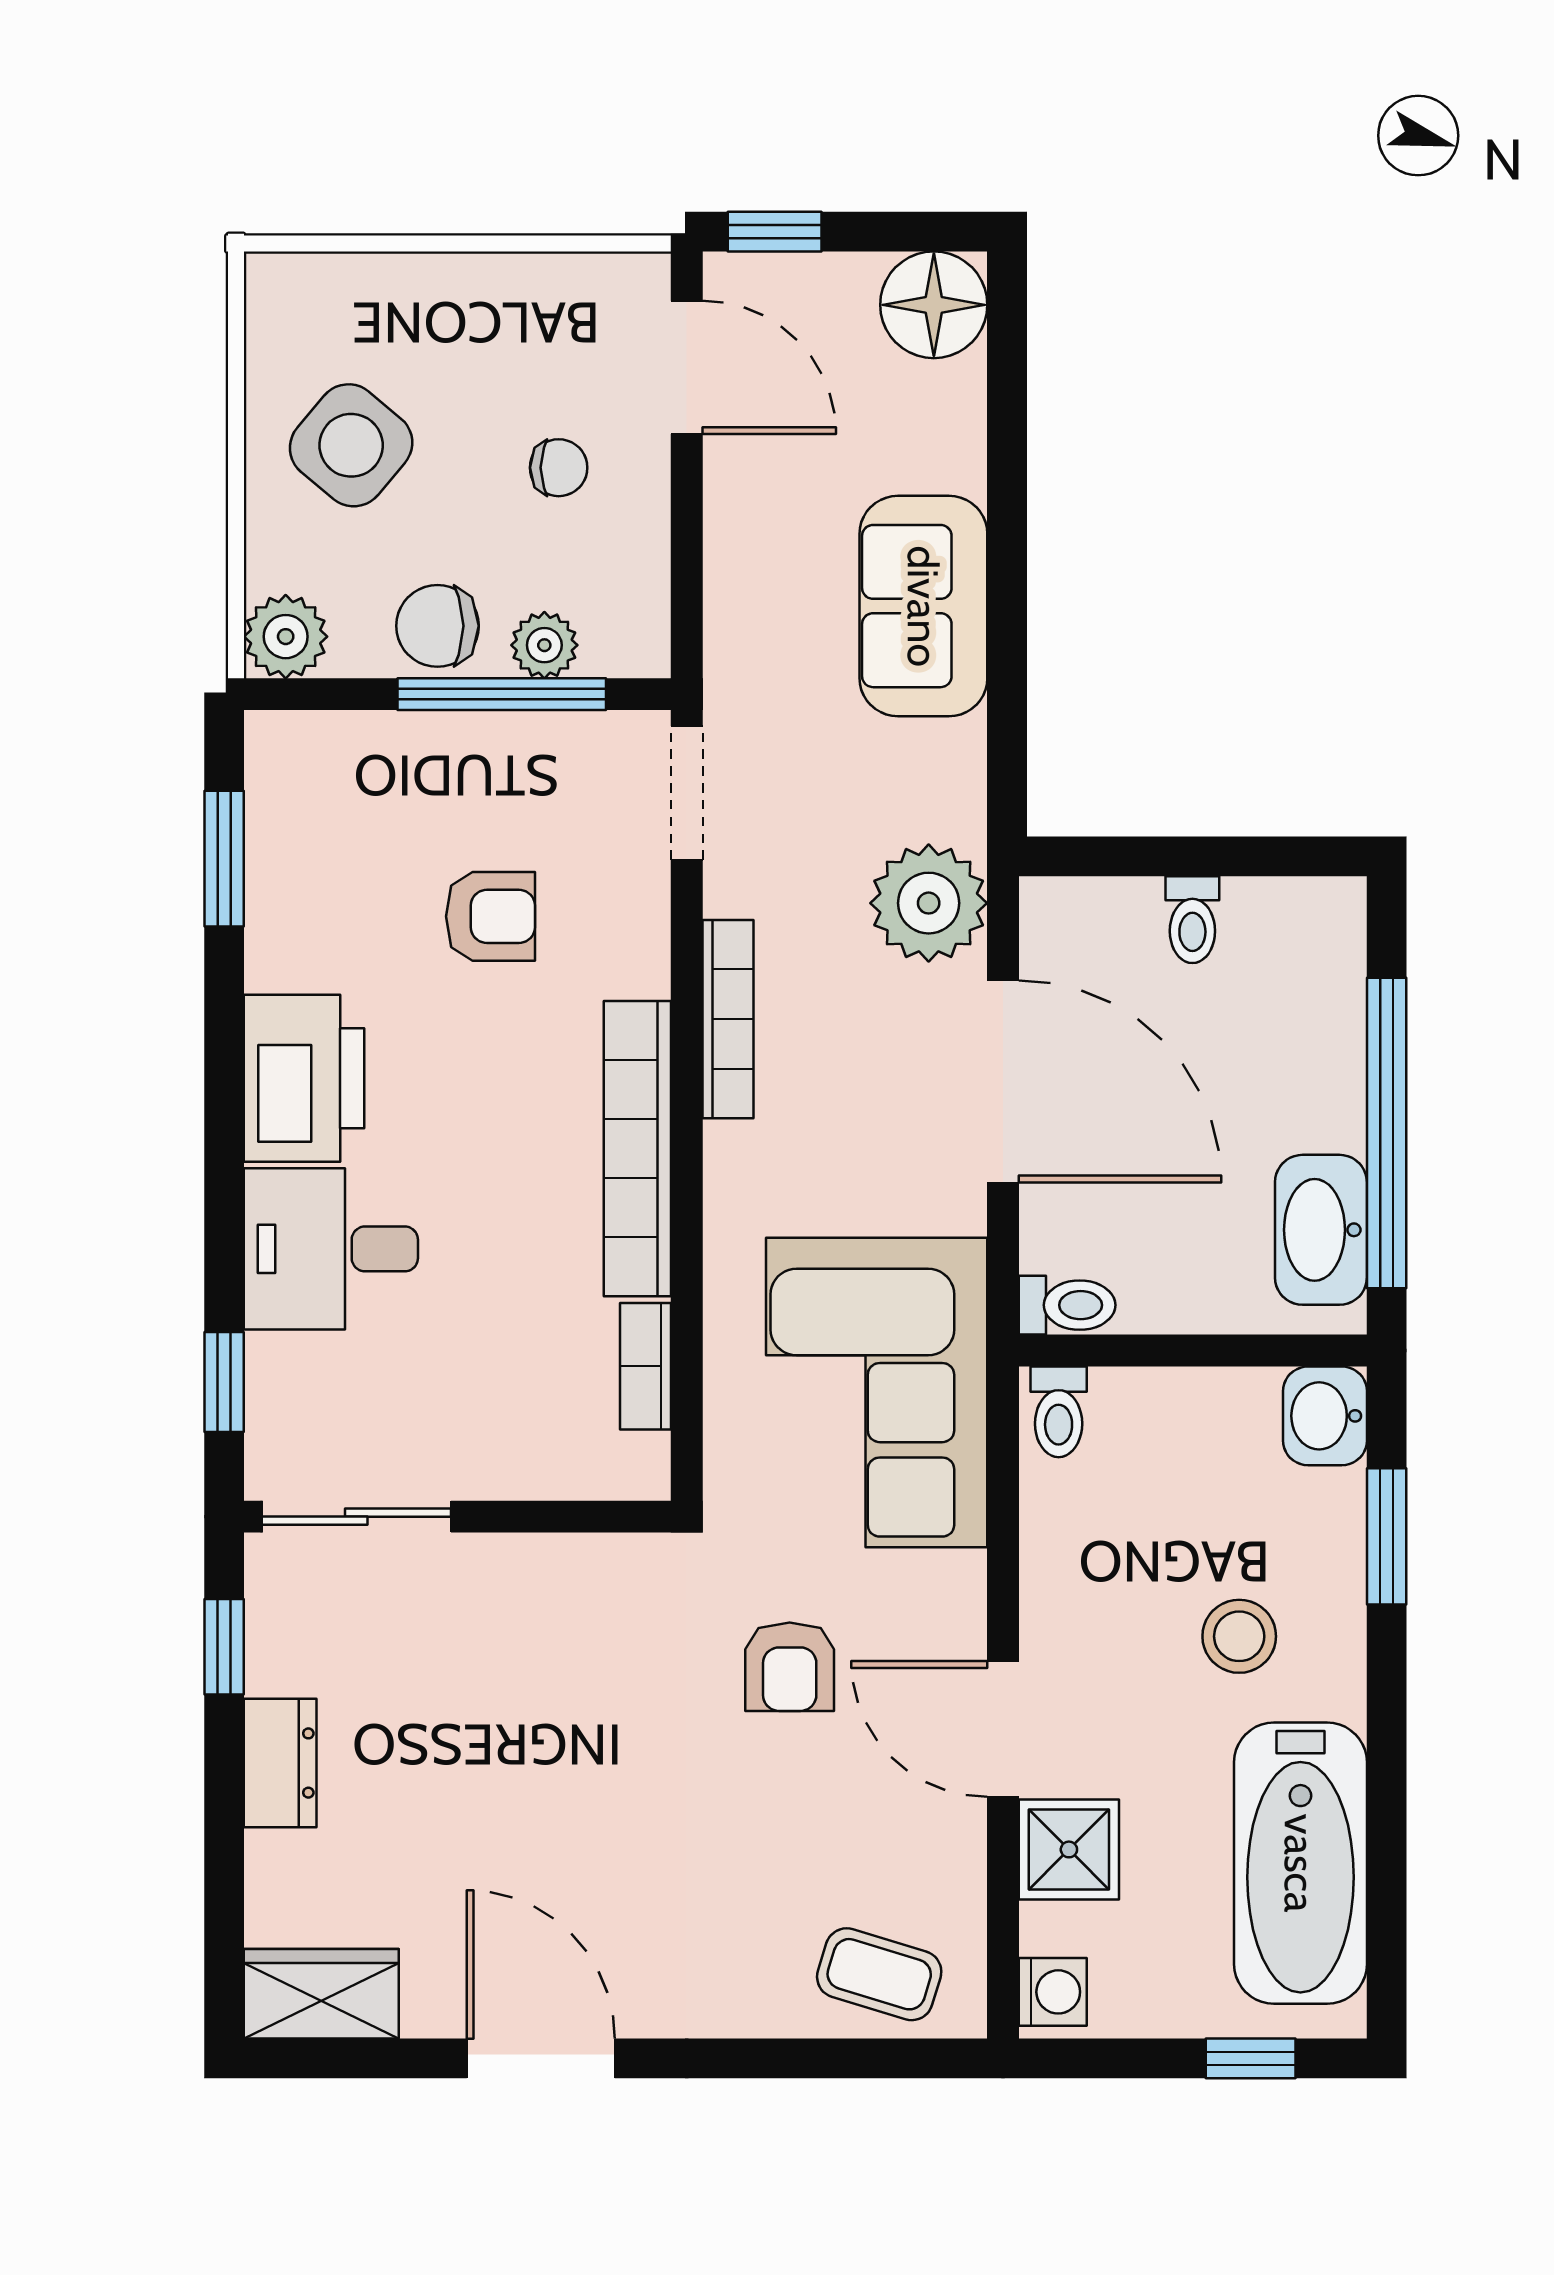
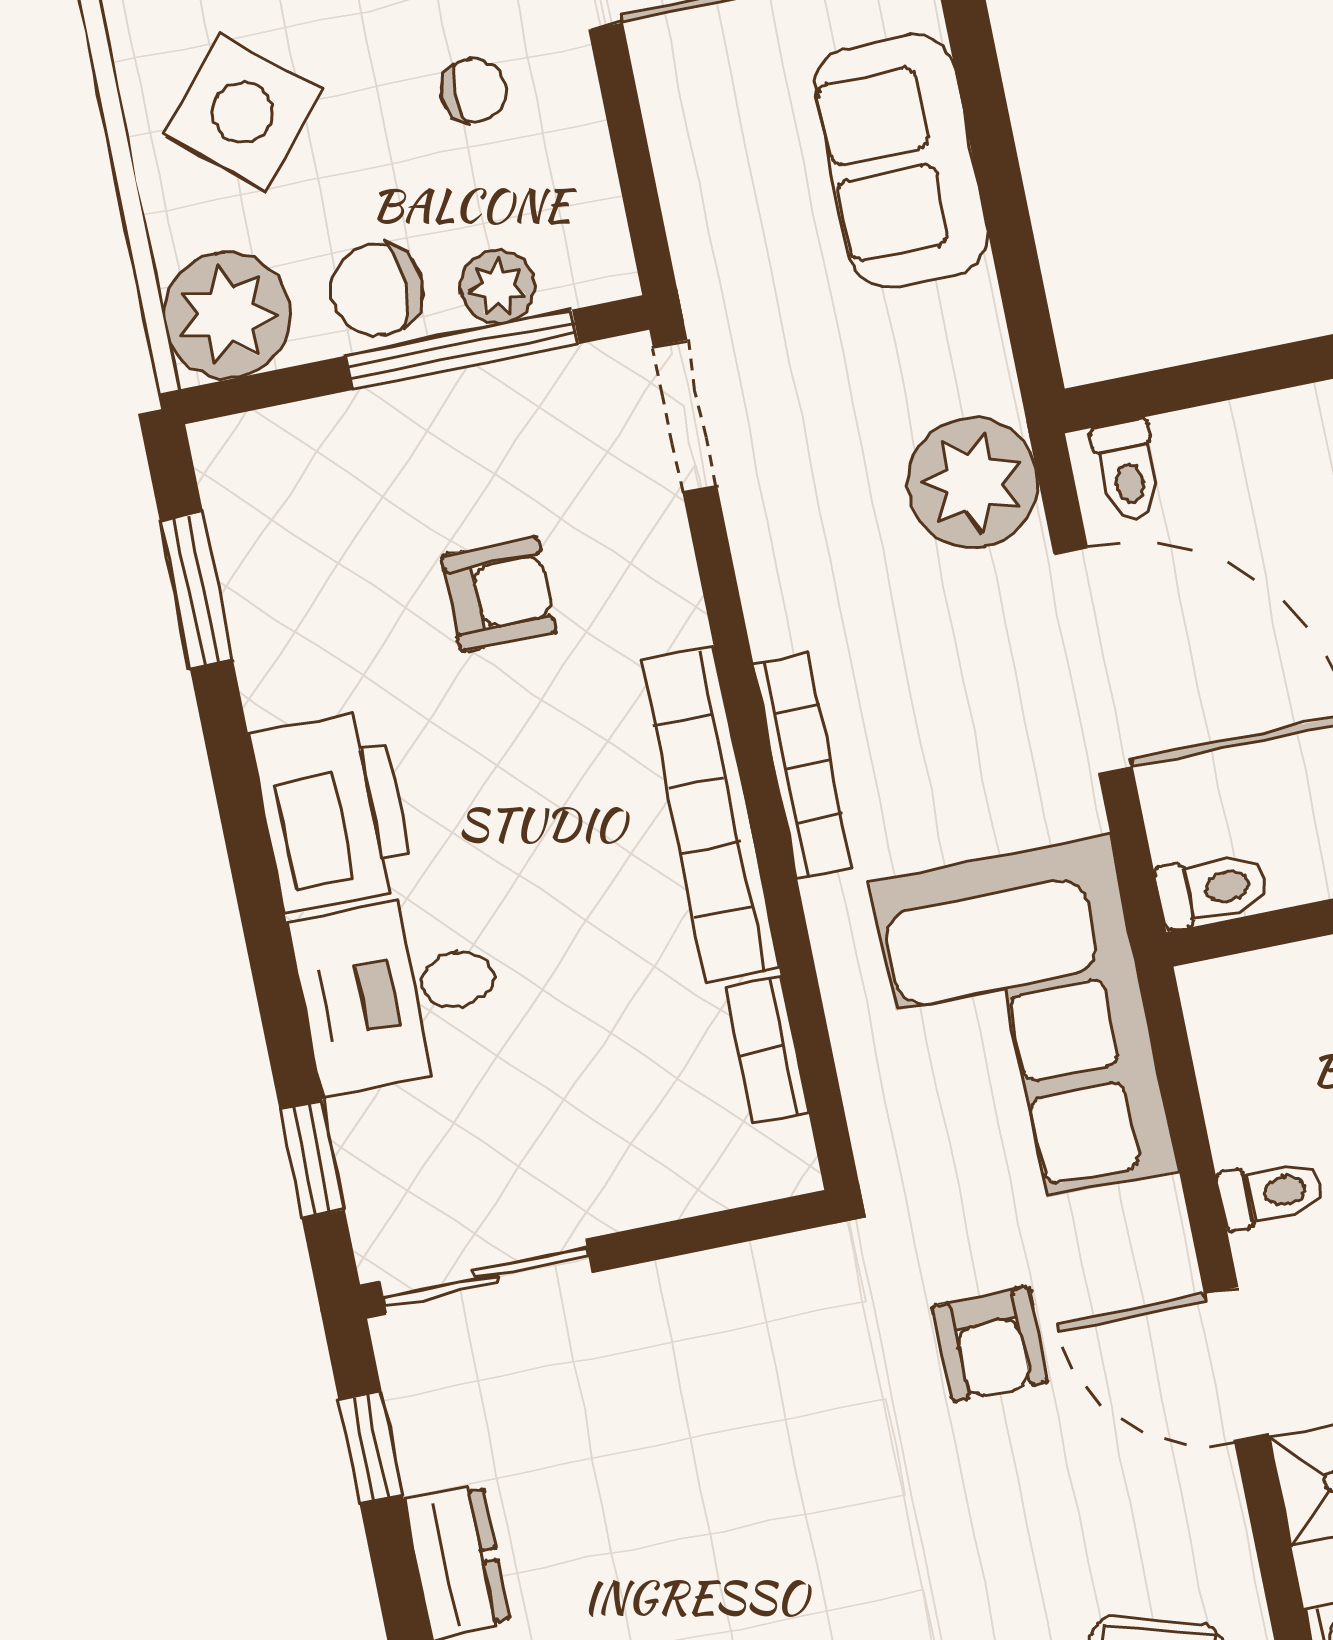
plant: (286, 637) -> (227, 315), width x1.36, depth x1.36
toilet: (1192, 920) -> (1127, 470), moved
bookcase: (728, 1019) -> (803, 765), moved
toilet: (1059, 1412) -> (1271, 1193), moved, turned -90

